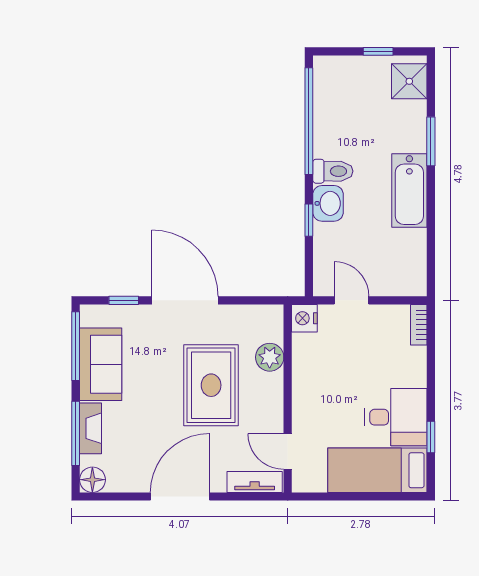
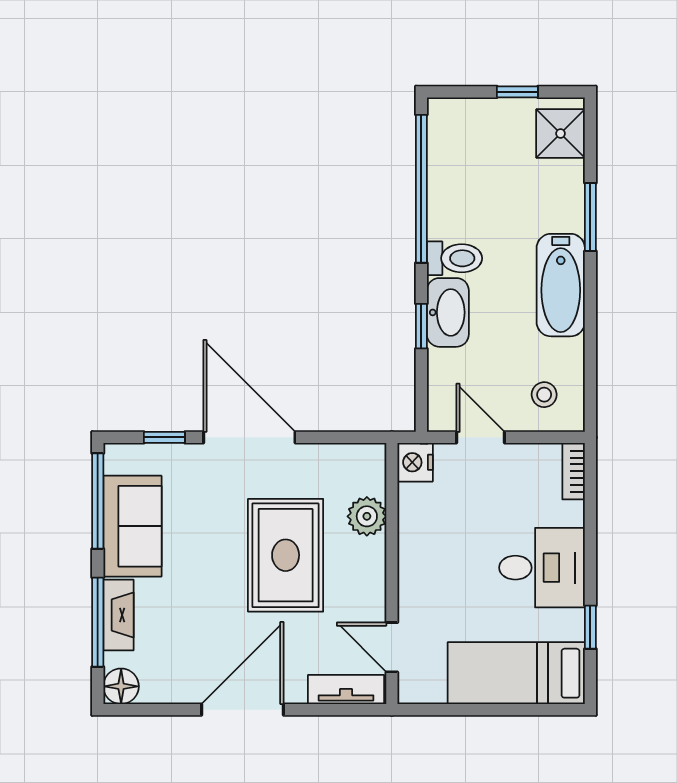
washbasin: (328, 203) -> (448, 312), width x1.38
stool: (397, 269) -> (544, 395), added
desk: (396, 417) -> (542, 568), moved

